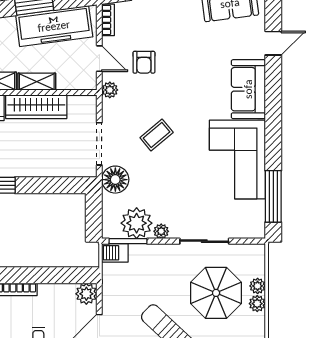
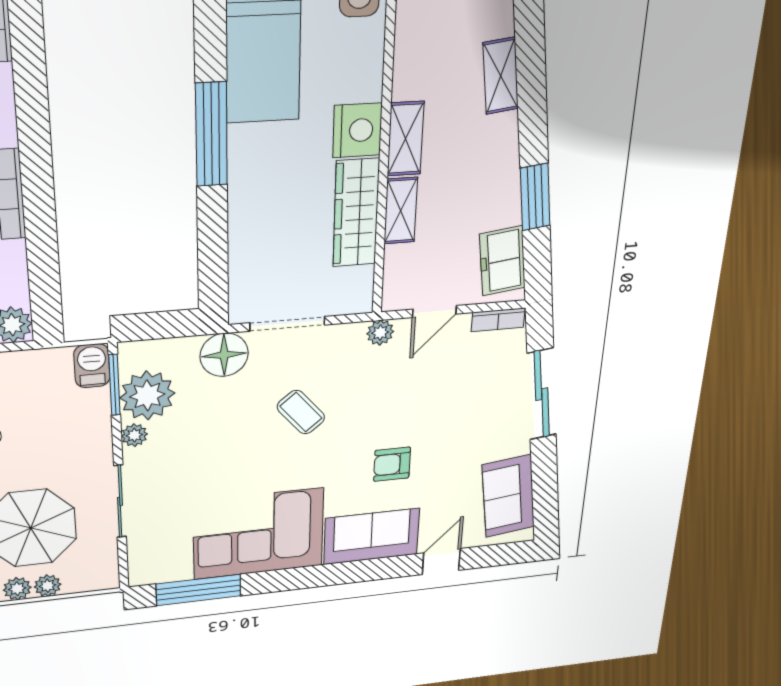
freezer: (54, 26) -> (502, 261), width x0.52, depth x0.79
door: (273, 43) -> (441, 562), swing flipped
armchair: (144, 62) -> (392, 464), moved

